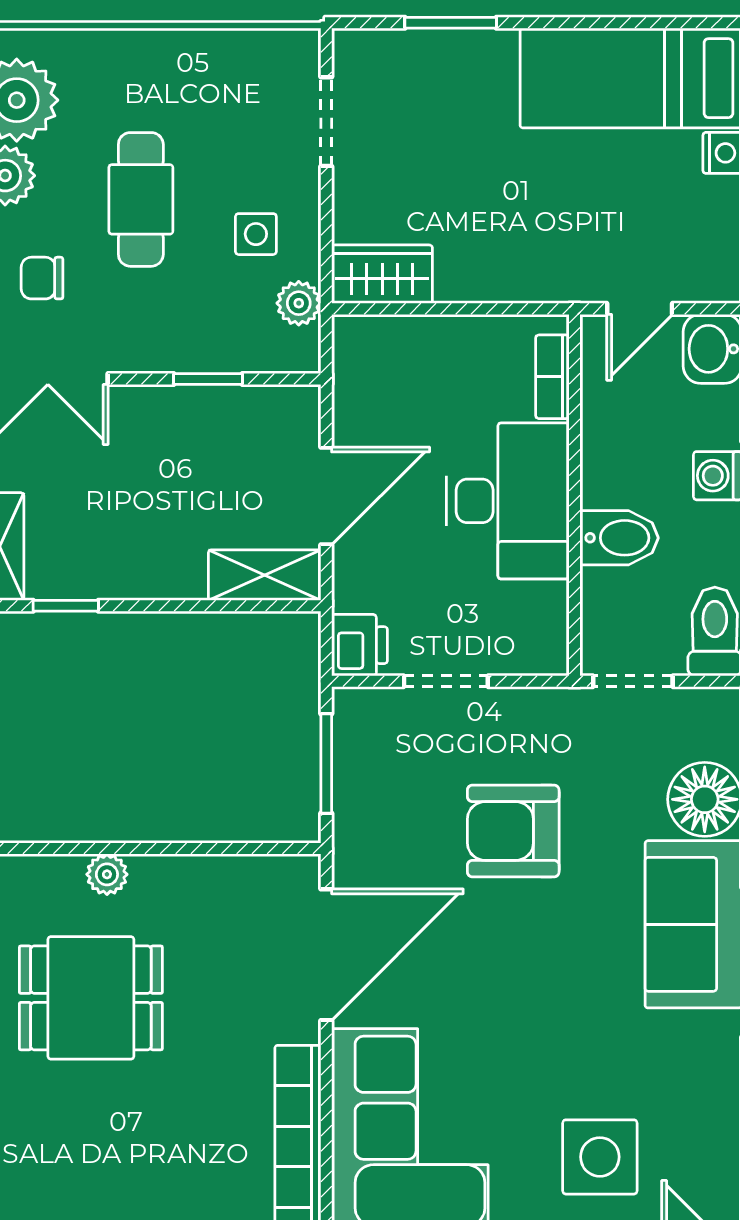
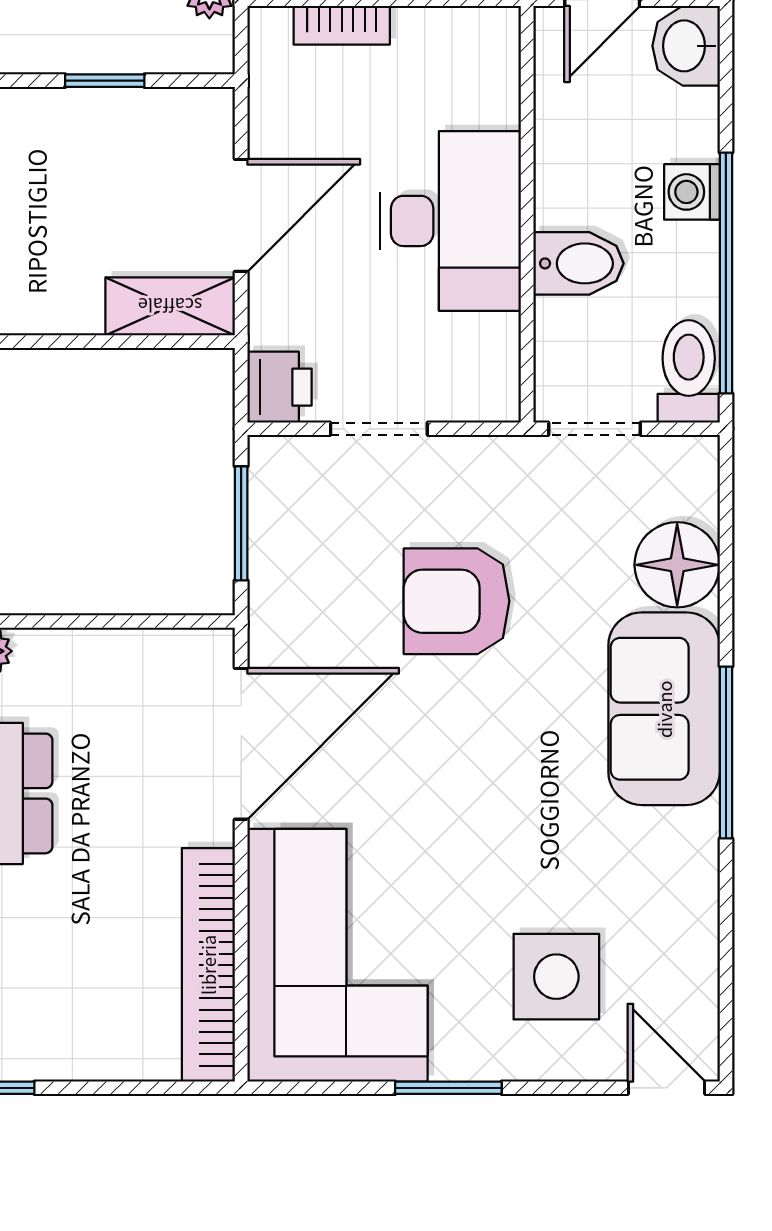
bookcase: (552, 377) -> (342, 25), moved, turned -90

